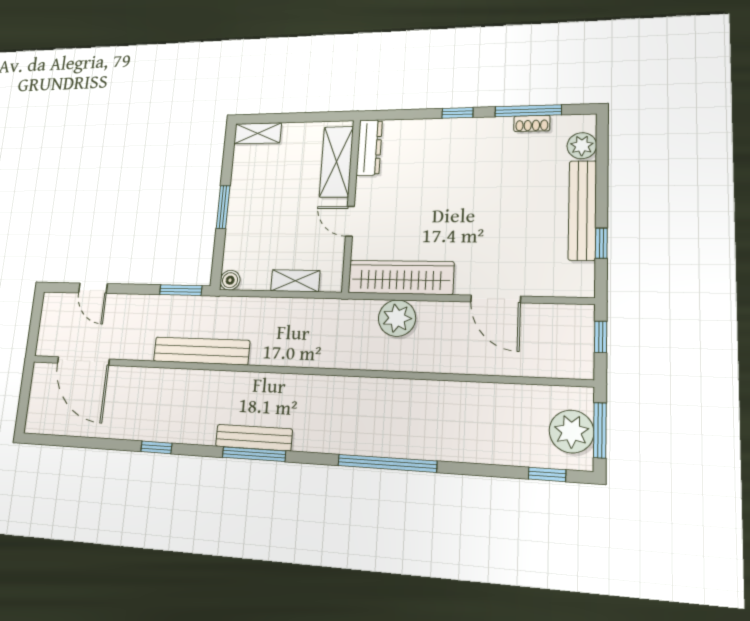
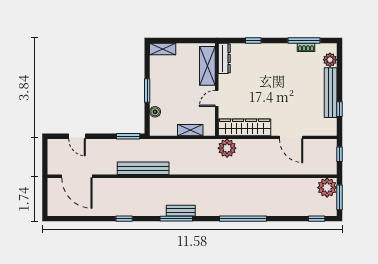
window: (458, 113) -> (253, 41), moved
door: (350, 221) -> (217, 98), hinge flipped
boiler: (230, 280) -> (155, 112), moved
plant: (397, 318) -> (227, 148), moved
plant: (572, 431) -> (327, 188), moved
bench: (254, 438) -> (181, 211), width x0.73

